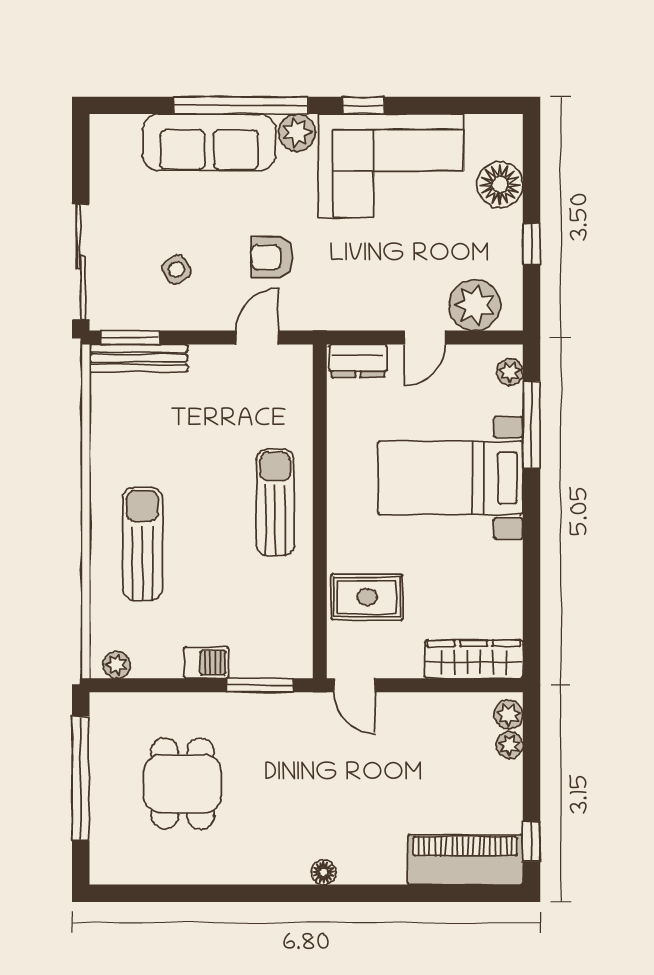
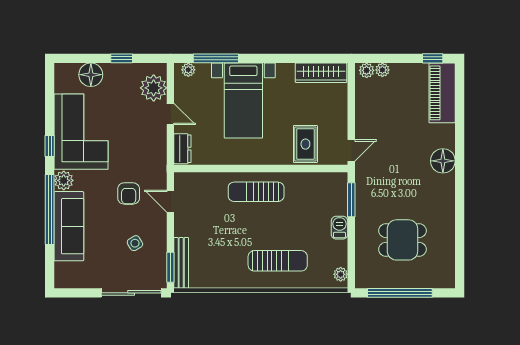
sun lounger: (143, 544) -> (278, 261), turned 180
wardrobe: (474, 659) -> (321, 73), moved, turned -90
floor lamp: (324, 872) -> (443, 161), width x1.89, depth x1.89

